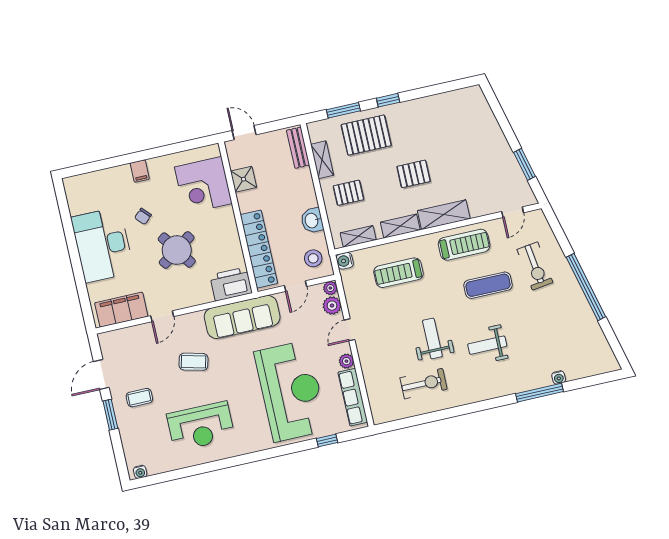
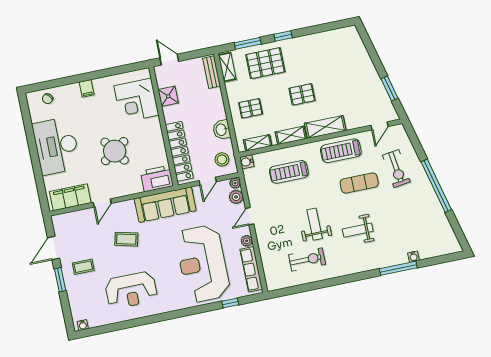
shelving: (322, 160) -> (227, 67), moved
chair: (143, 216) -> (48, 99), moved
treadmill: (464, 245) -> (341, 151), turned 180
reception desk: (291, 391) -> (203, 264), turned 180

